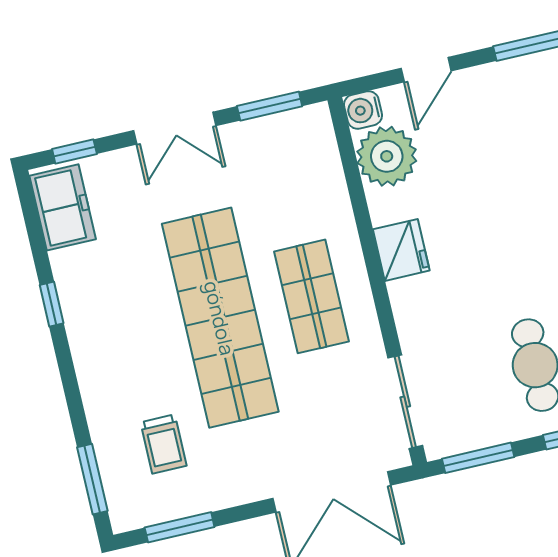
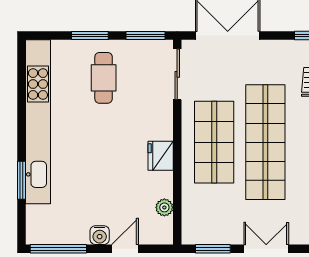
water cooler: (363, 110) -> (100, 235), moved, turned 90
plant: (387, 156) -> (164, 207), width x0.53, depth x0.53
shop shelf: (311, 296) -> (214, 142), width x1.43, depth x1.36

